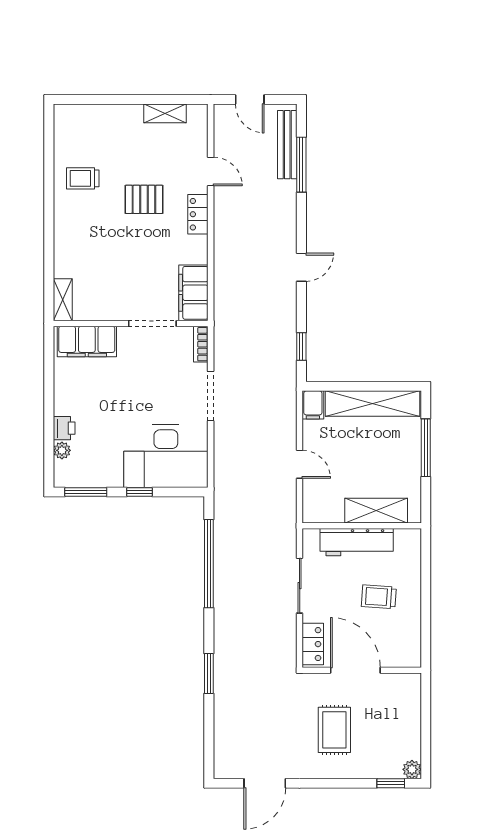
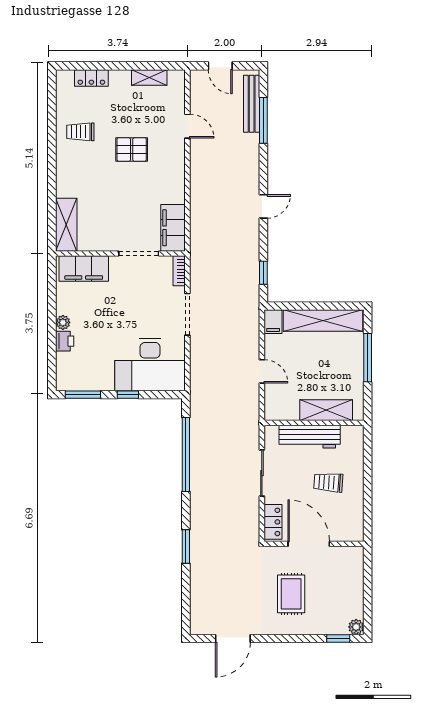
locker: (198, 214) -> (91, 78), moved, turned -90
shelving: (63, 300) -> (66, 225), width x1.50, depth x1.33
plant: (62, 450) -> (63, 322), moved

